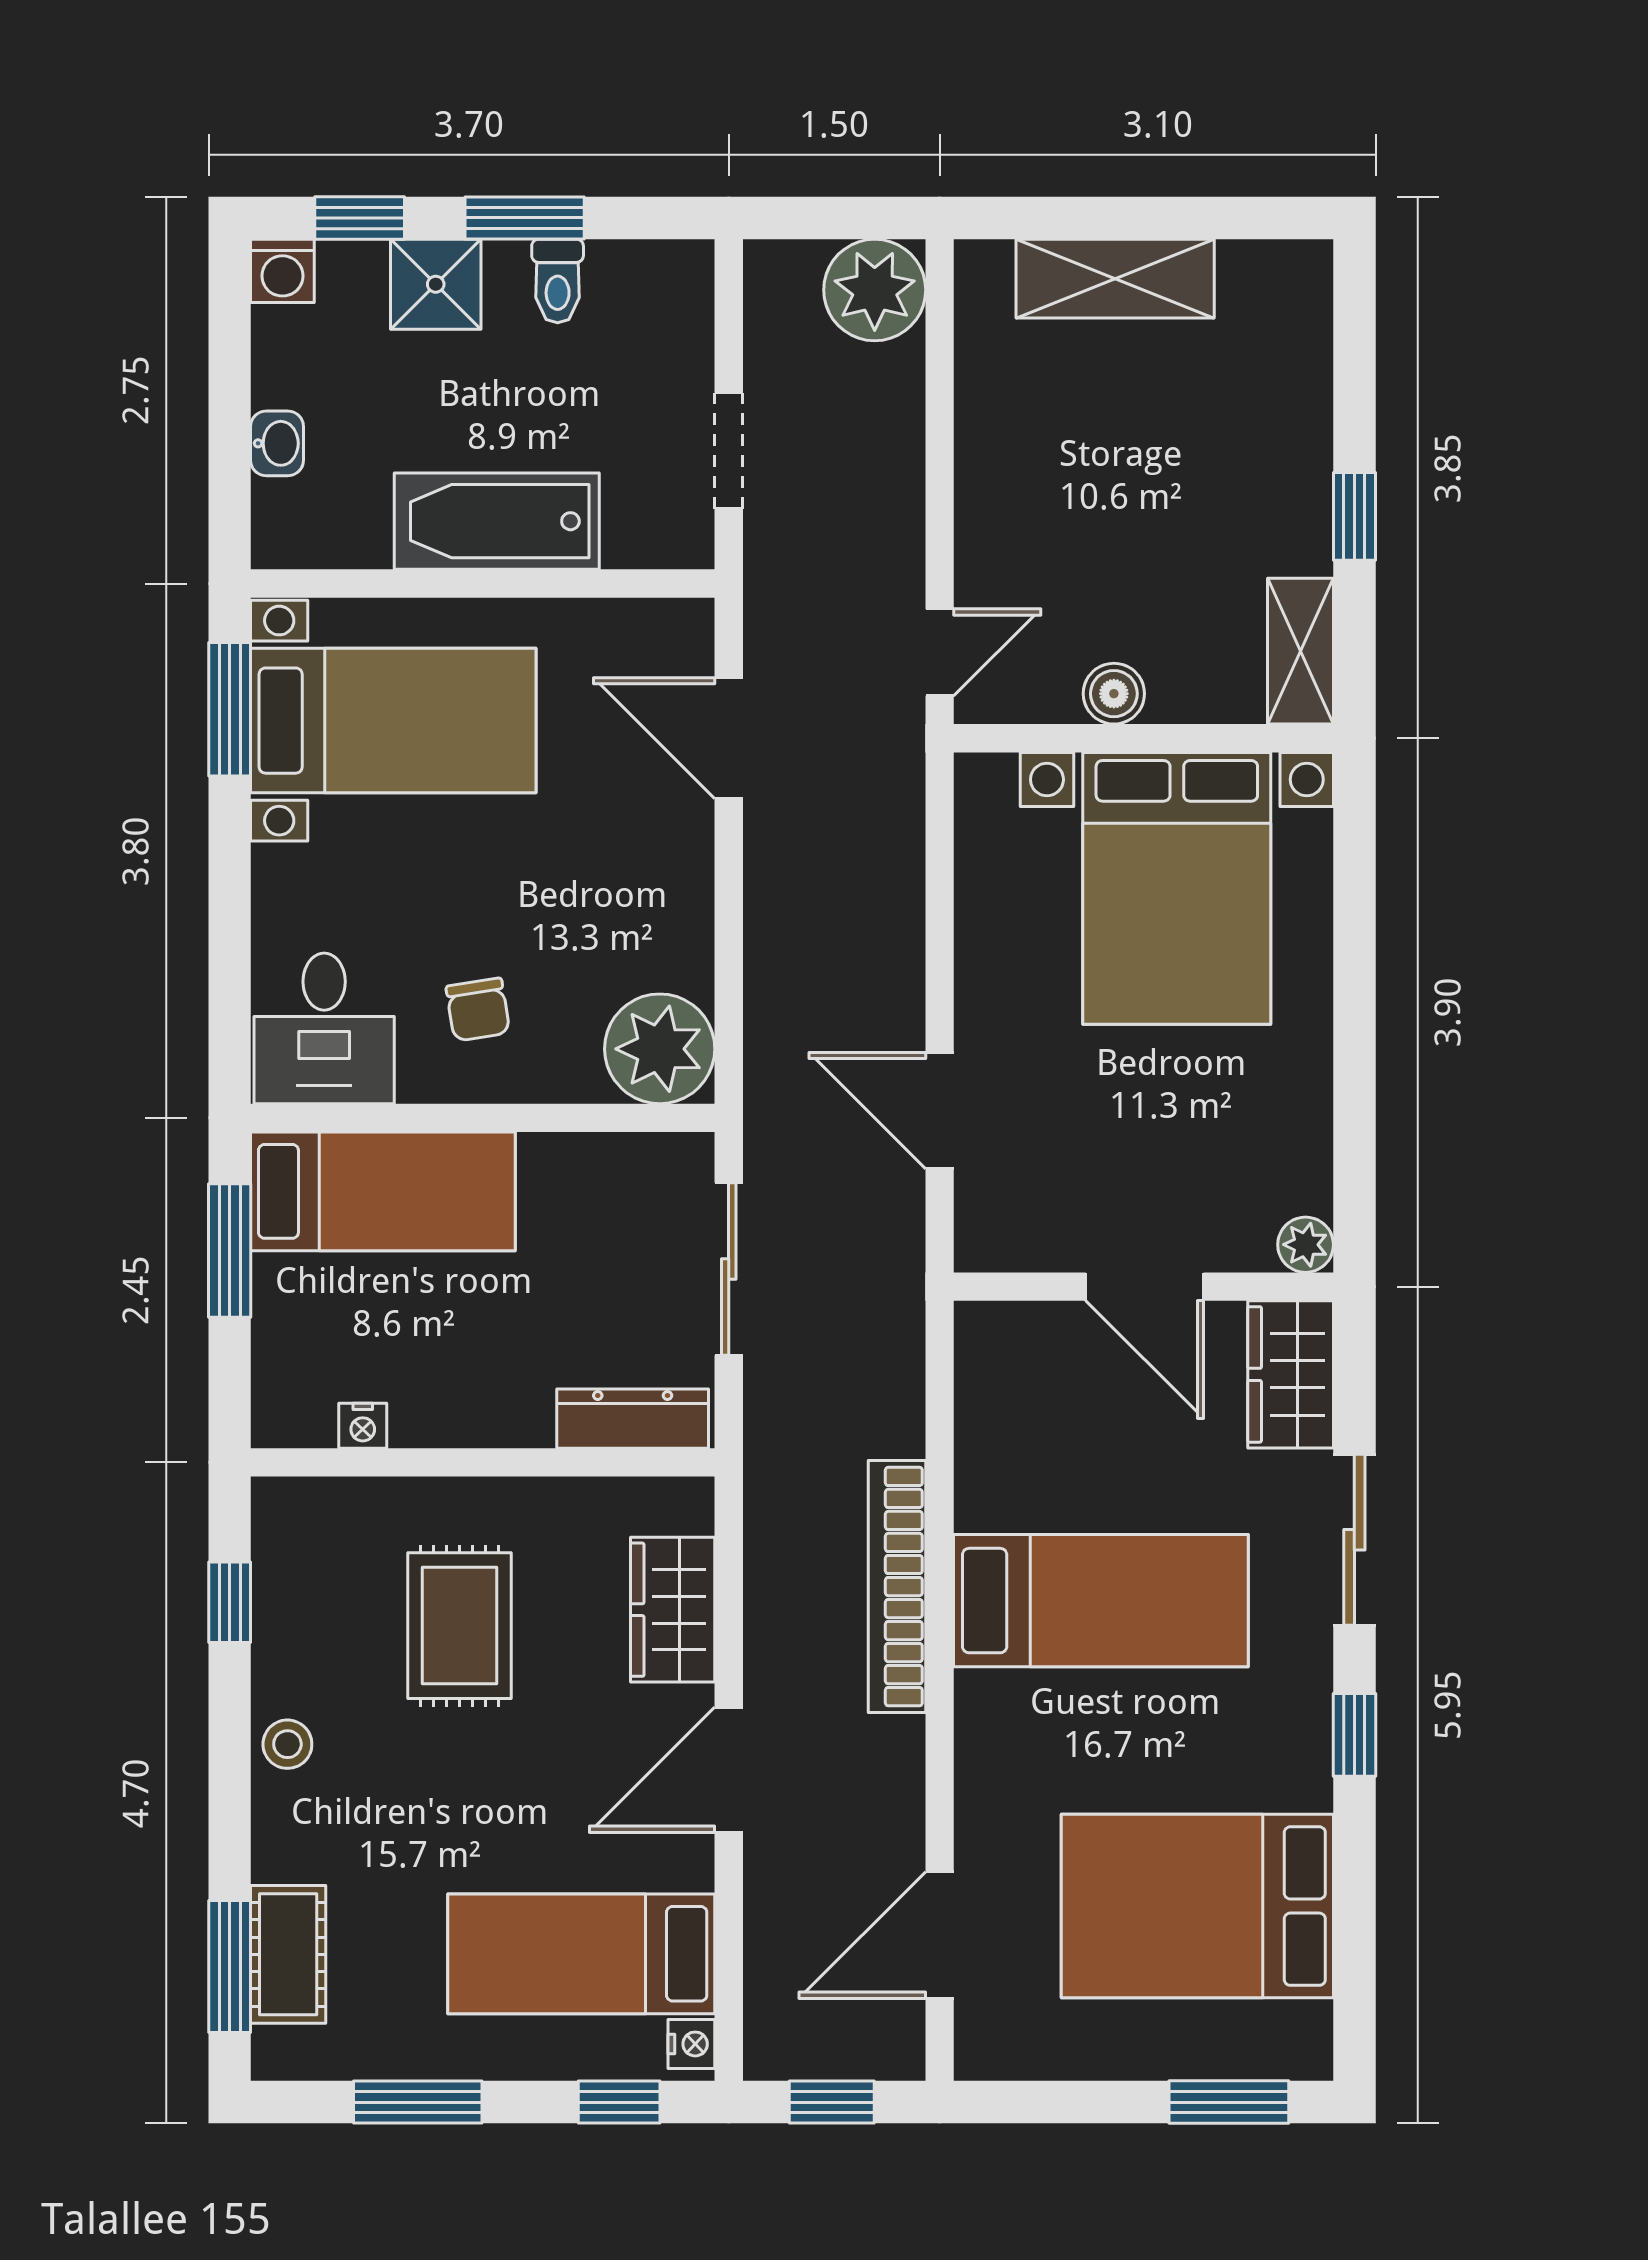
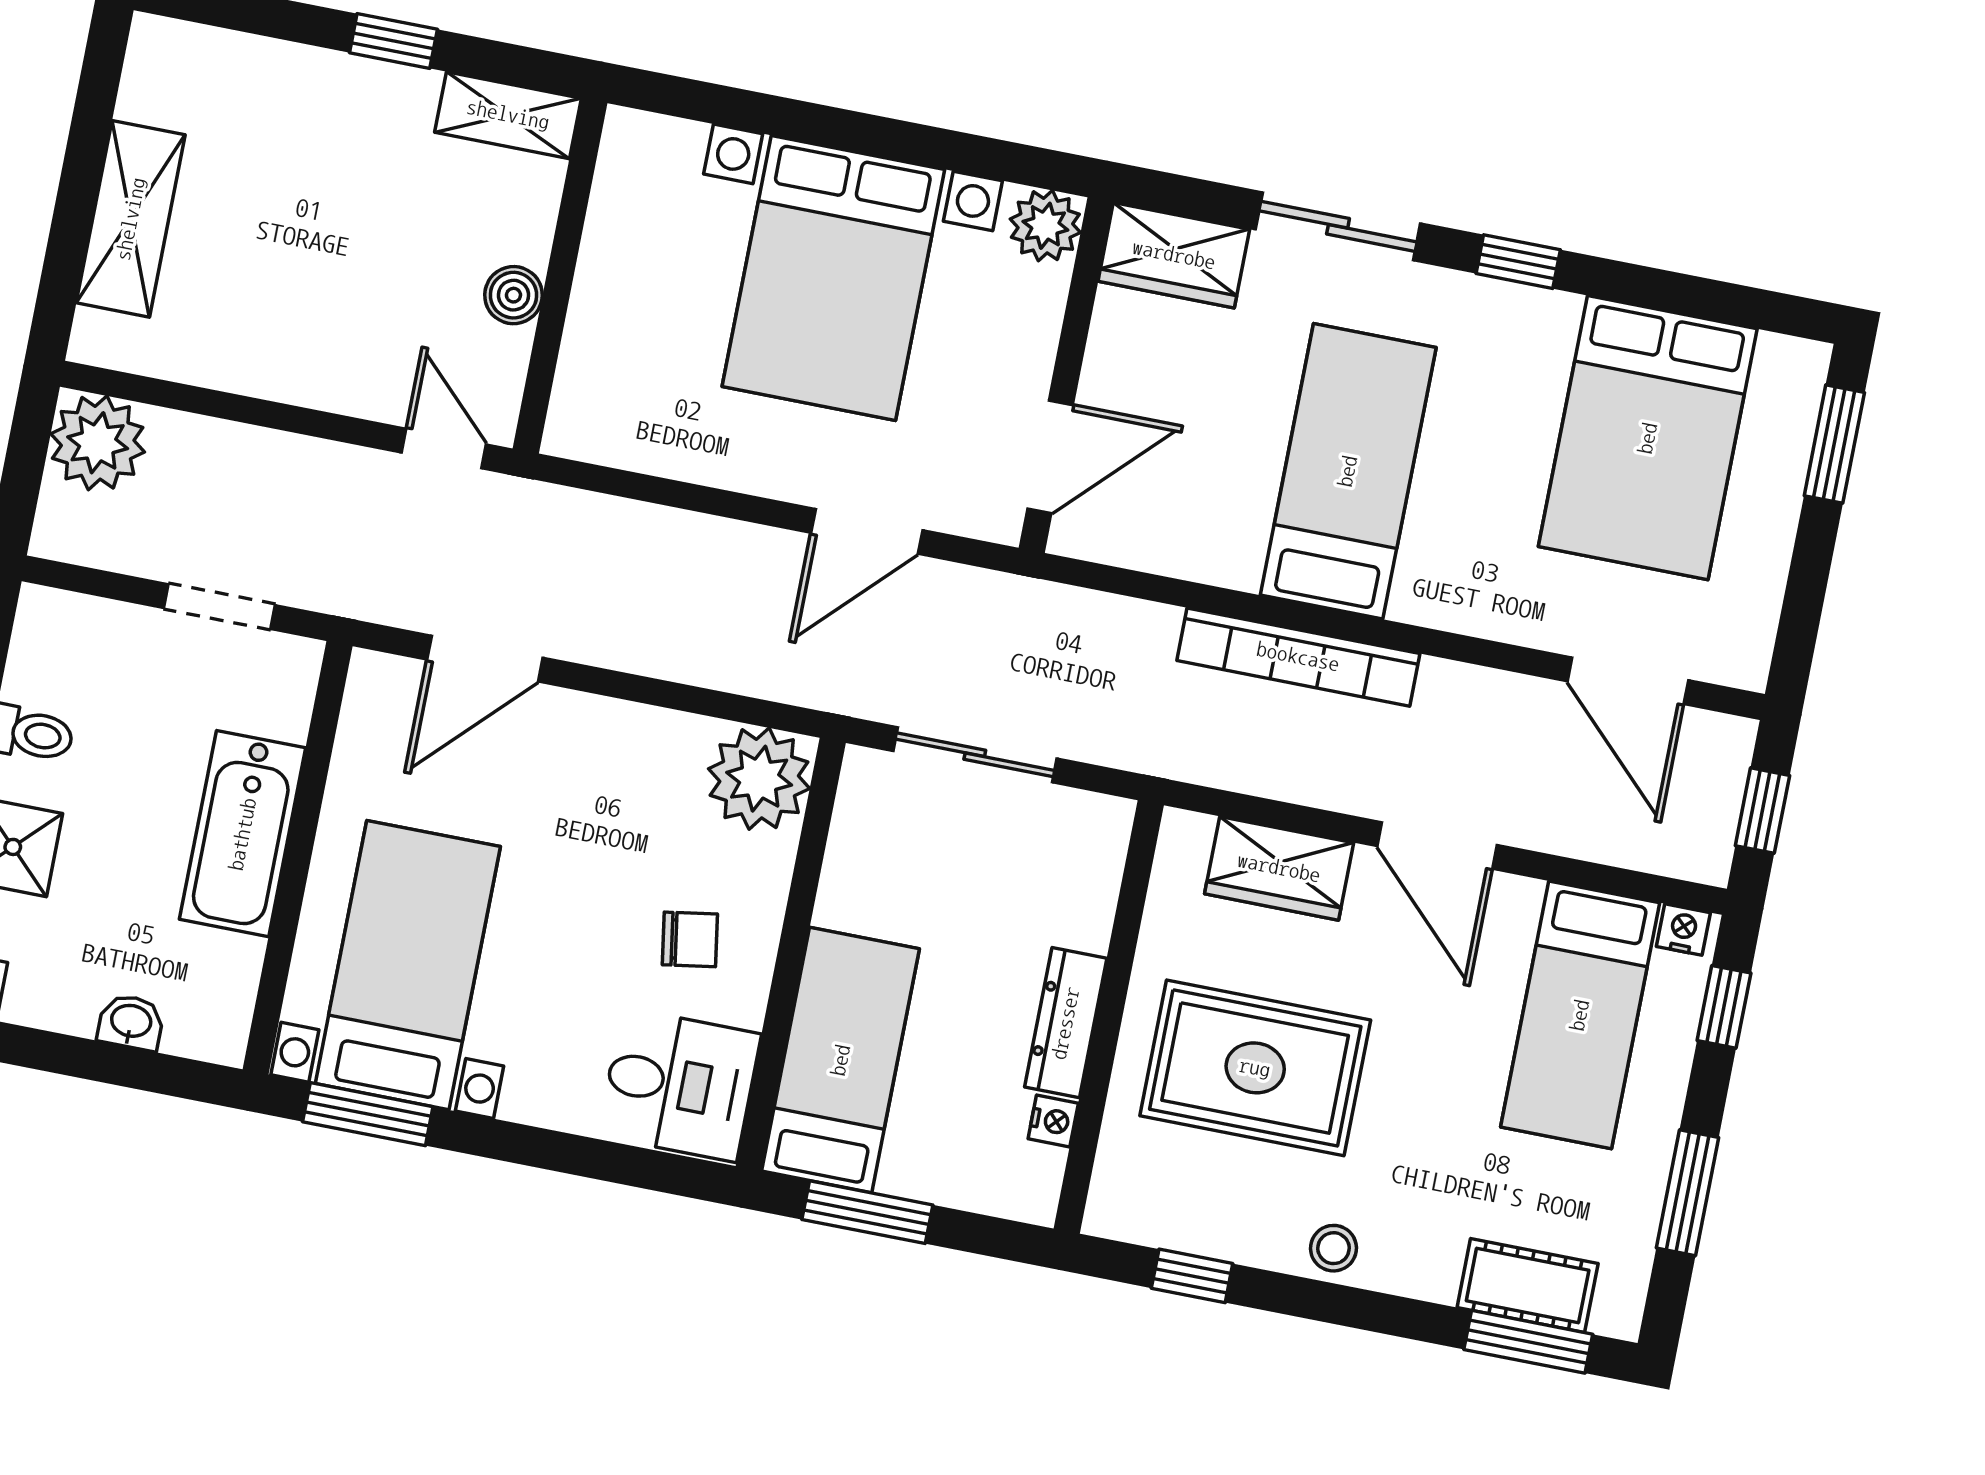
bed with nightstands: (1177, 888) -> (833, 278), moved, turned 90
plant: (1306, 1245) -> (1045, 226), width x1.38, depth x1.38
door: (1145, 1287) -> (1050, 457), moved
dresser: (633, 1419) -> (1066, 1023), moved
rug: (459, 1626) -> (1255, 1068), width x1.36, depth x1.43

